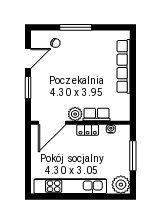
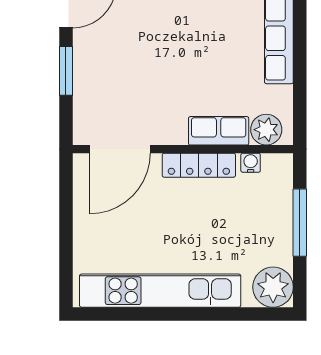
plant: (75, 114) -> (266, 130), moved
locker: (88, 130) -> (199, 165), width x1.53

